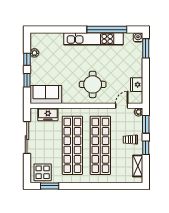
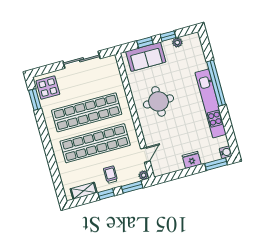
window: (107, 30) -> (216, 83), moved
round table: (93, 84) -> (158, 101), moved
fridge: (137, 85) -> (192, 160), moved
sofa: (46, 95) -> (146, 57), moved, turned 90
door: (122, 106) -> (145, 155), hinge flipped
freezer: (48, 114) -> (114, 76), removed

